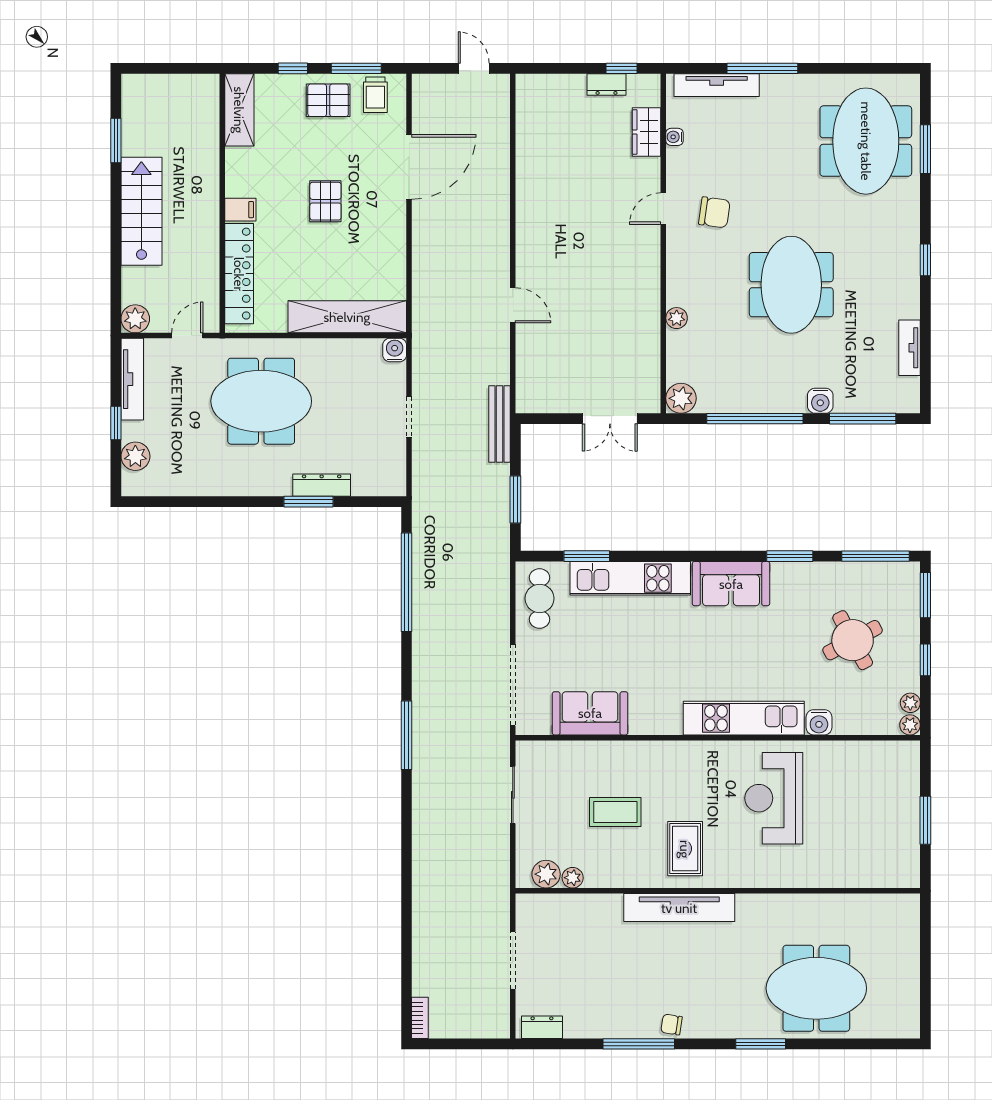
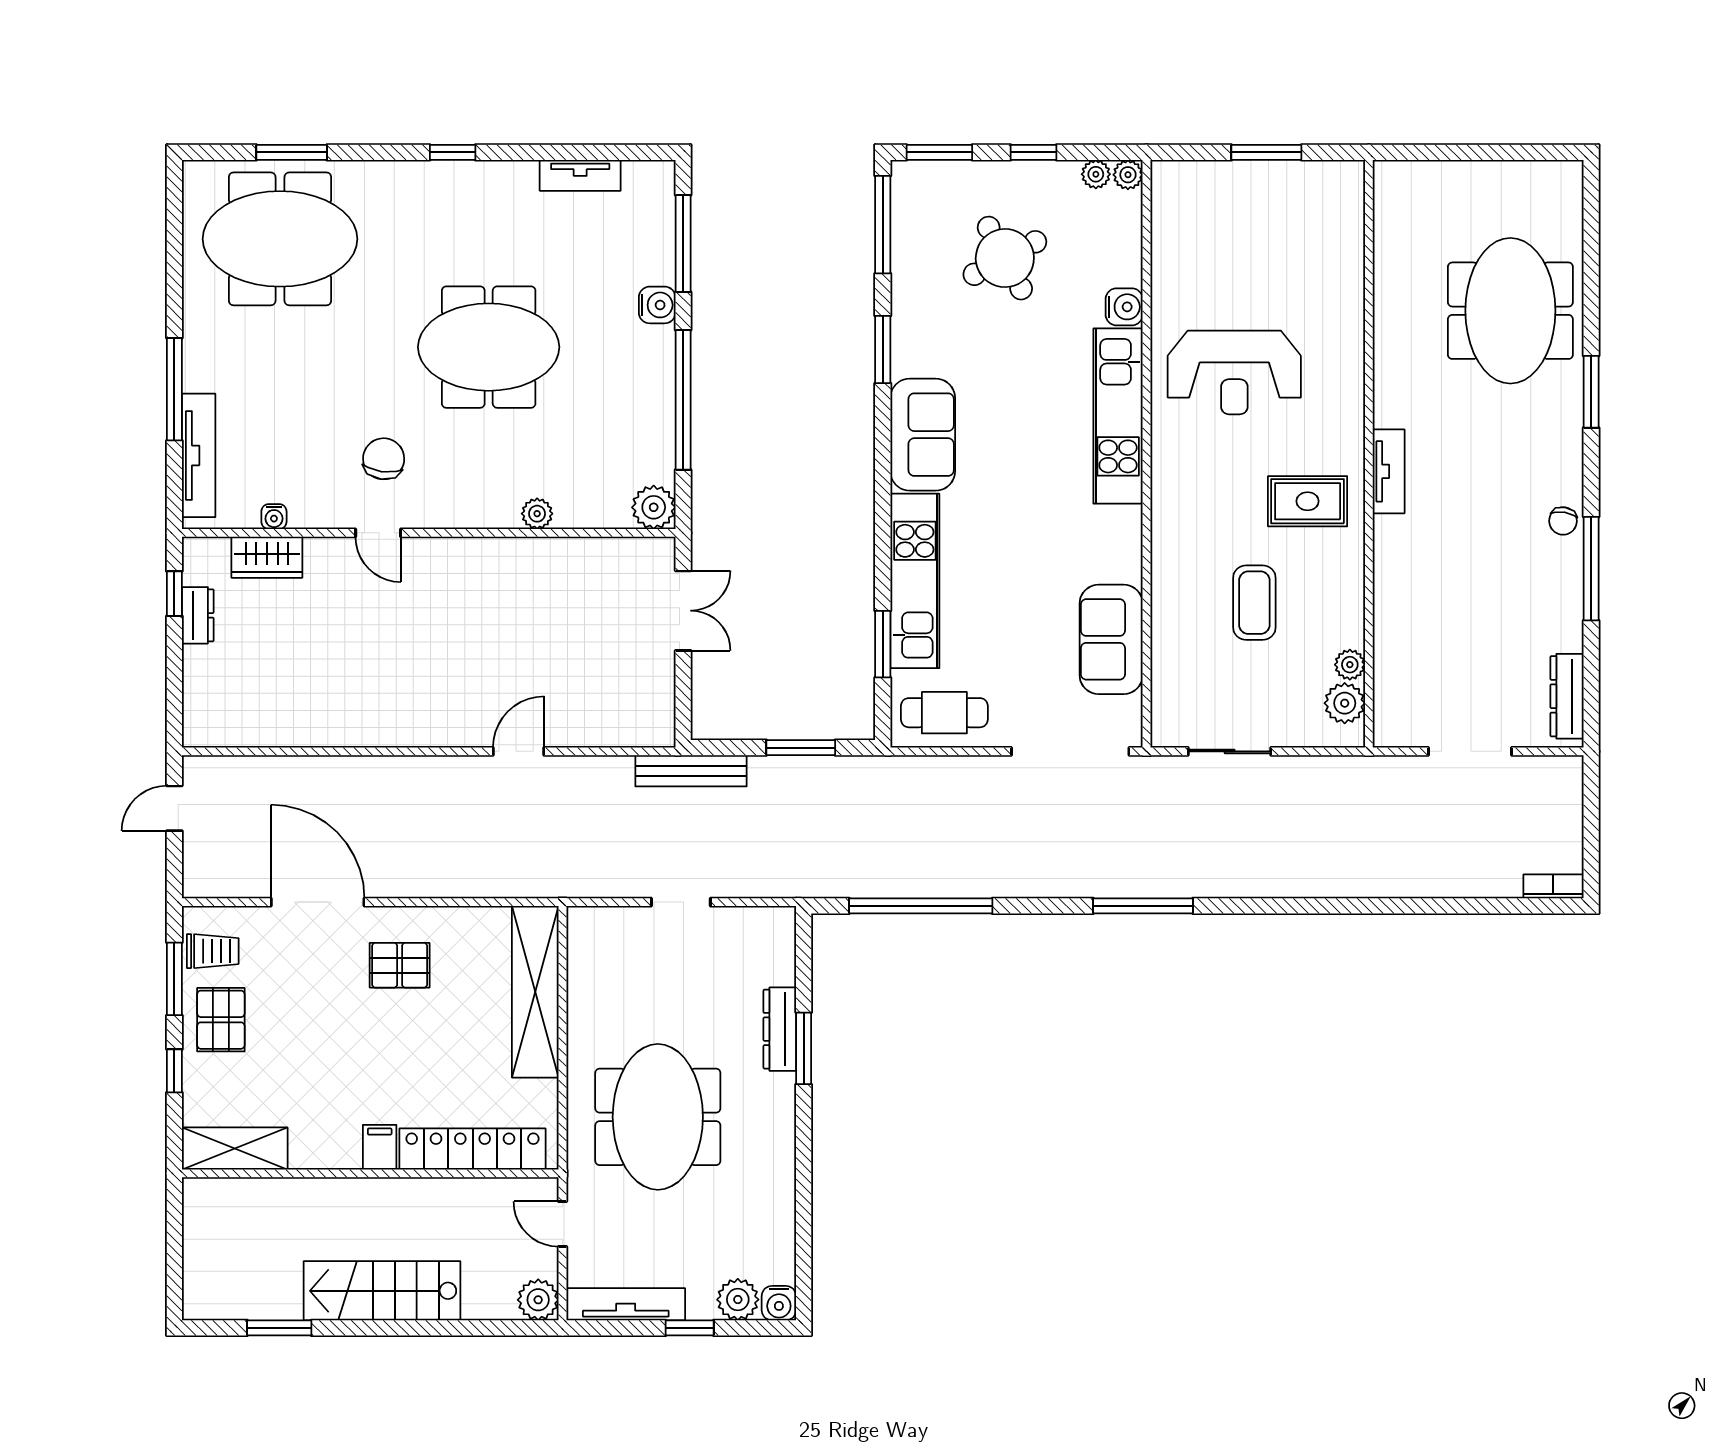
pallet: (325, 201) -> (400, 965), moved
water cooler: (395, 350) -> (779, 1303), moved, turned -90
tv unit: (679, 908) -> (1389, 471), width x0.52, depth x0.78
dresser: (542, 1027) -> (1567, 696), width x1.44

